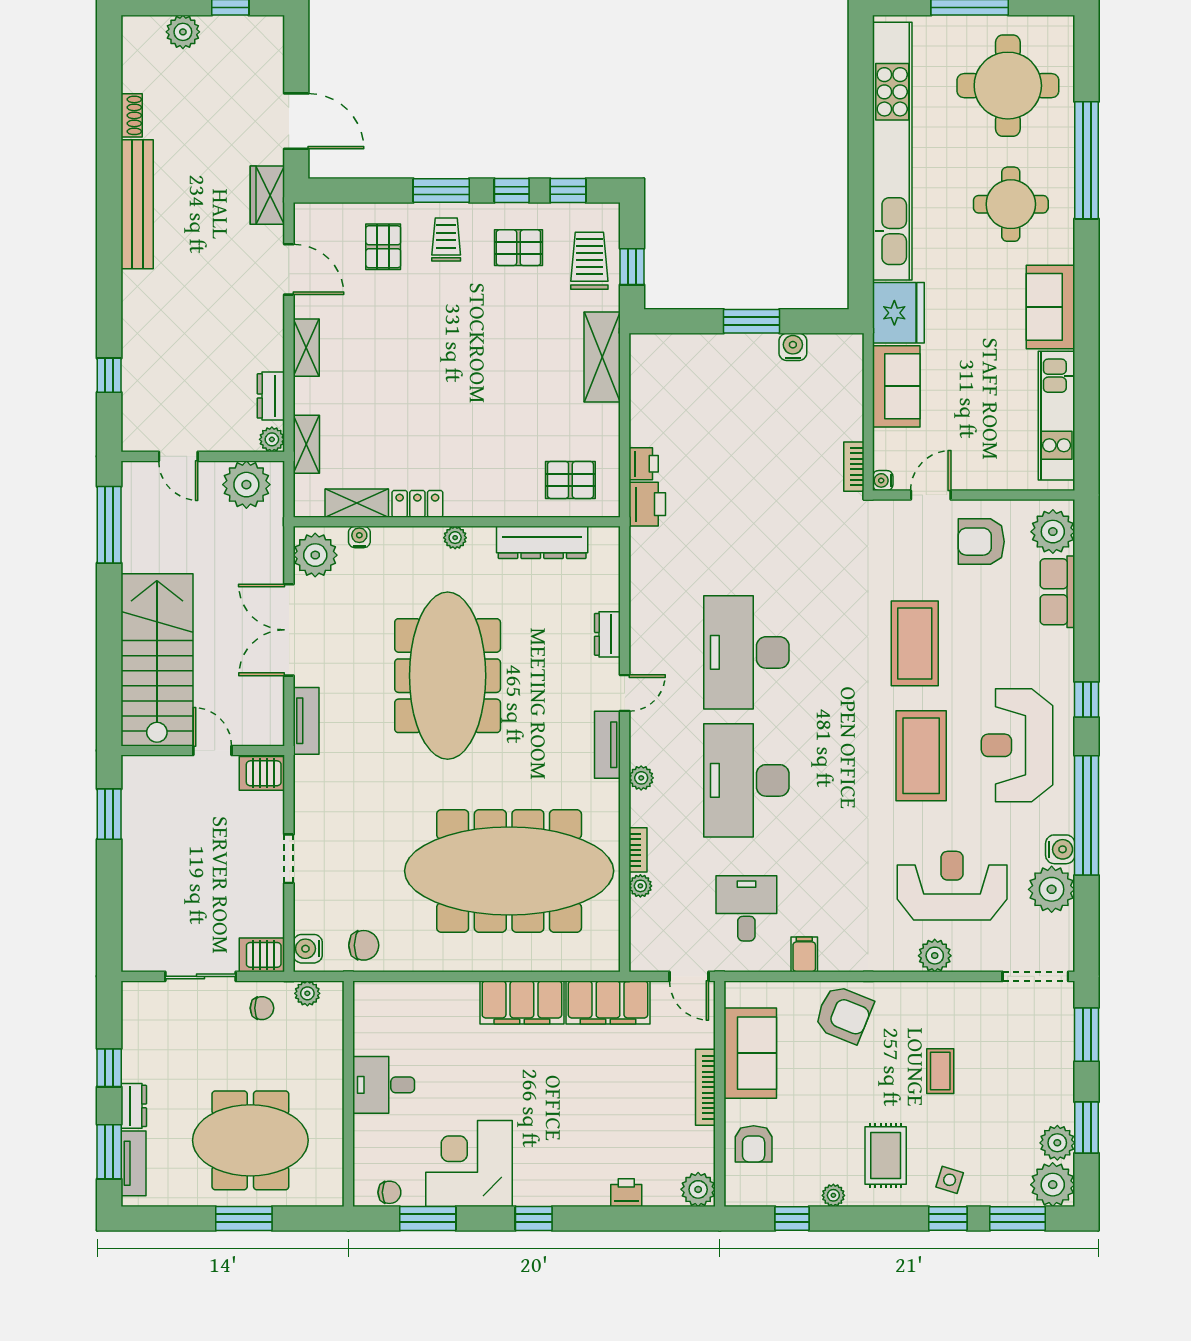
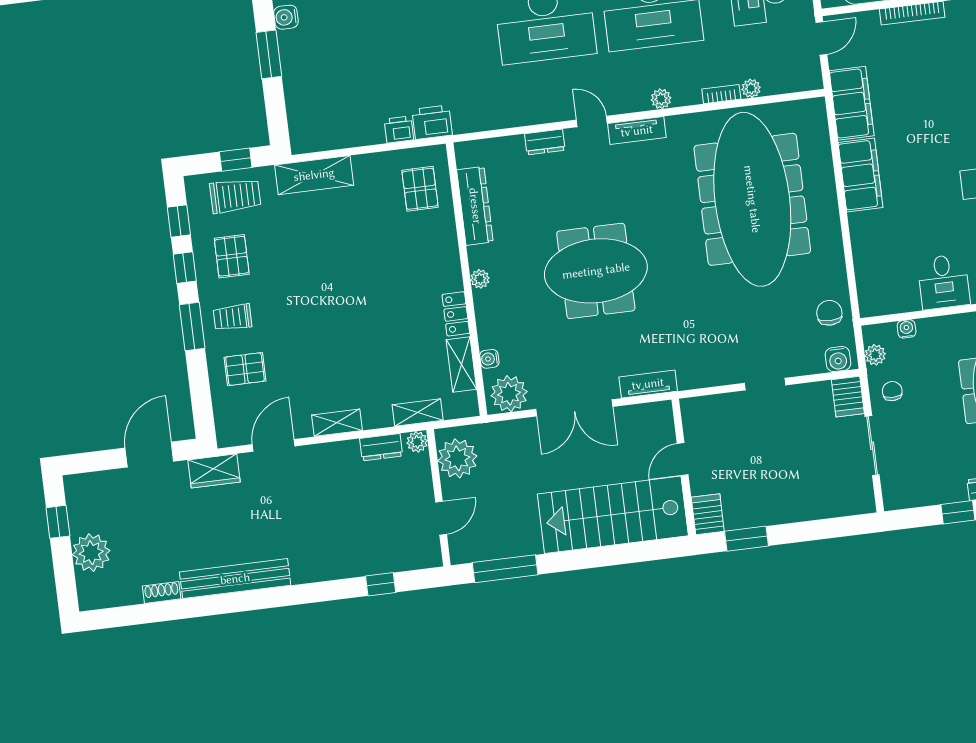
plant: (183, 32) -> (91, 553), width x1.36, depth x1.36
trolley: (589, 261) -> (235, 196), turned 180
meeting table: (448, 676) -> (596, 271), width x0.73
server rack: (262, 773) -> (708, 514), moved, turned 180
water cooler: (333, 1034) -> (907, 329), added

